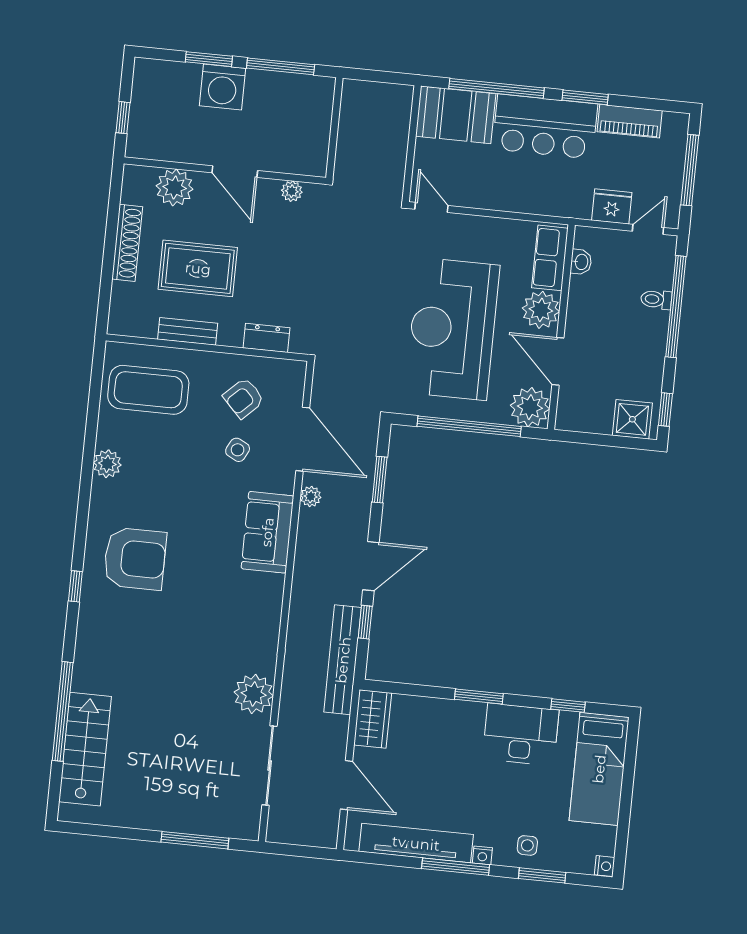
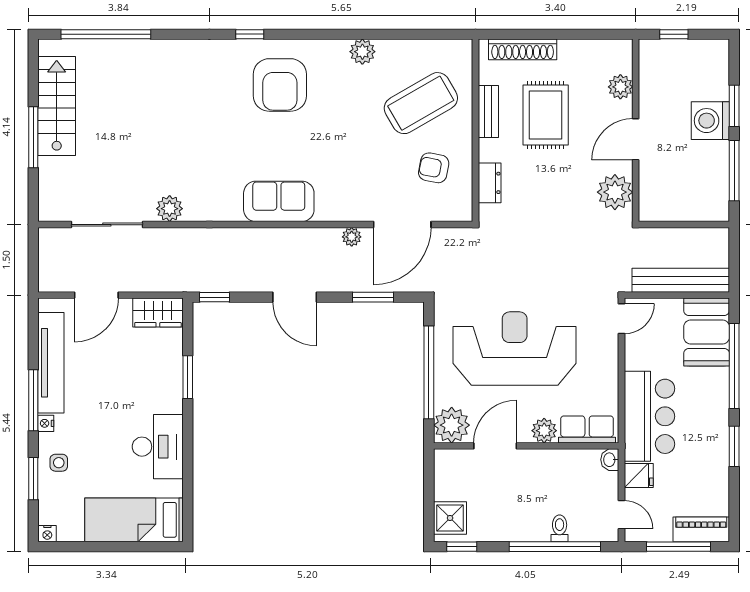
piano: (630, 121) -> (701, 529), moved, turned 90
bar counter: (545, 127) -> (649, 416), moved, turned 180
plant: (175, 188) -> (620, 87), width x0.73, depth x0.73
plant: (292, 191) -> (615, 192), width x1.88, depth x1.88
fridge: (612, 206) -> (639, 475), width x0.72
shoe rack: (127, 243) -> (523, 49), moved
washbasin: (581, 262) -> (610, 460), moved, turned 90
plant: (541, 310) -> (544, 431), width x0.73, depth x0.73
coffee table: (148, 390) -> (421, 103), moved, turned 60
armchair: (244, 398) -> (434, 168), turned -35
side table: (238, 450) -> (387, 167), removed
sofa: (267, 532) -> (279, 201), moved
window: (365, 622) -> (215, 297), moved
bench: (343, 660) -> (681, 280), moved
plant: (254, 694) -> (170, 209), width x0.73, depth x0.73
window: (479, 697) -> (188, 377), moved
window: (568, 706) -> (188, 486), removed
window: (63, 711) -> (106, 34), moved
stairs: (85, 749) -> (57, 106), moved, turned -90
window: (195, 840) -> (33, 137), moved

